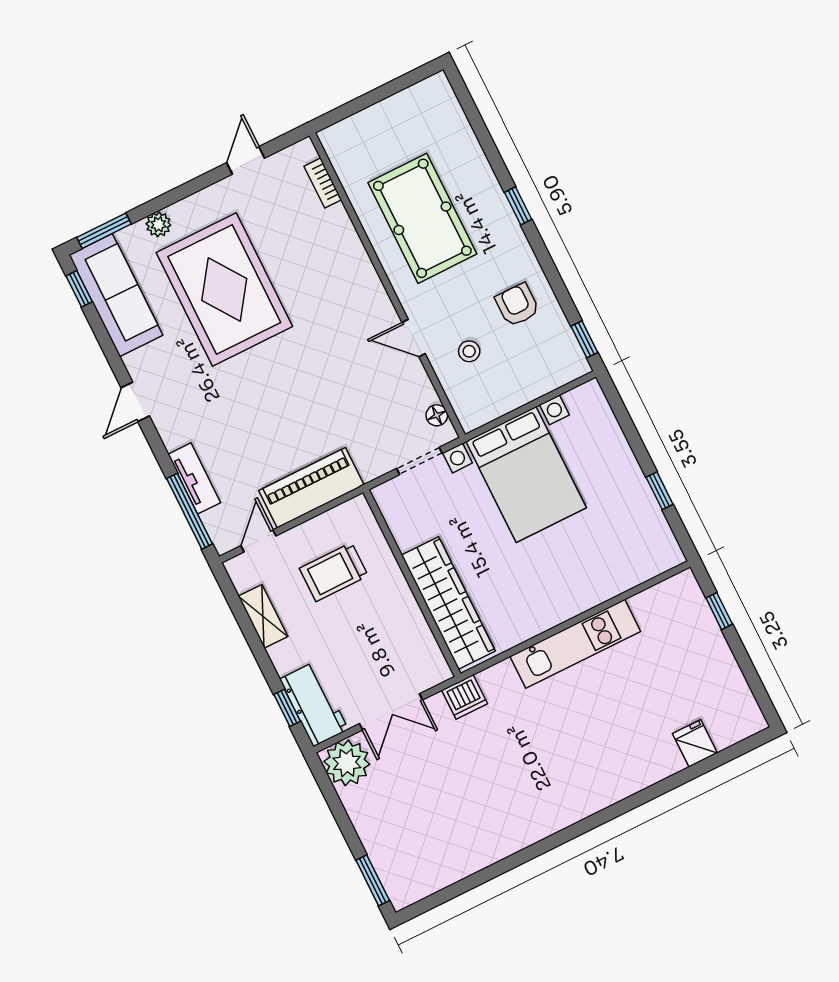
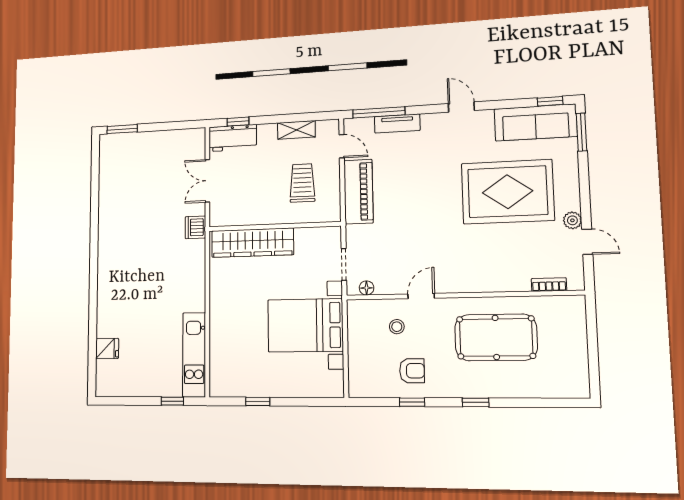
plant: (158, 224) -> (572, 220), moved
window: (584, 339) -> (412, 402), moved
kitchen unit: (575, 644) -> (194, 355), moved
plant: (347, 763) -> (192, 143), removed

